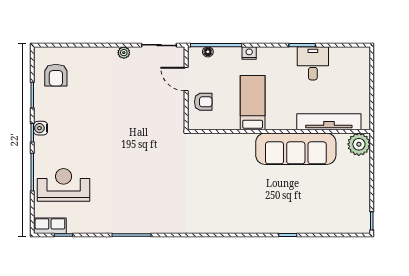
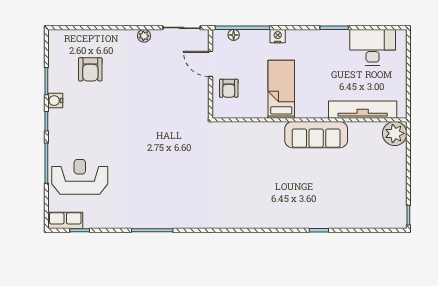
desk: (313, 63) -> (373, 47), moved, width x1.37
armchair: (56, 75) -> (90, 69), moved
armchair: (203, 102) -> (229, 88), turned 90
water cooler: (41, 128) -> (55, 101), moved
sofa: (296, 149) -> (316, 135), width x0.74, depth x0.79

